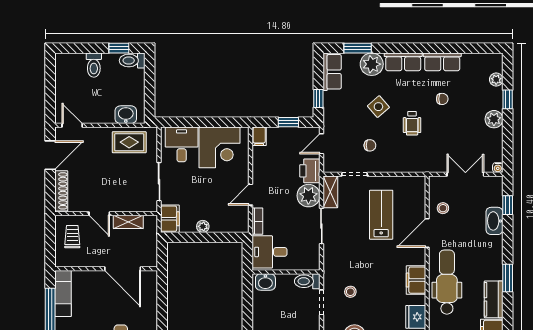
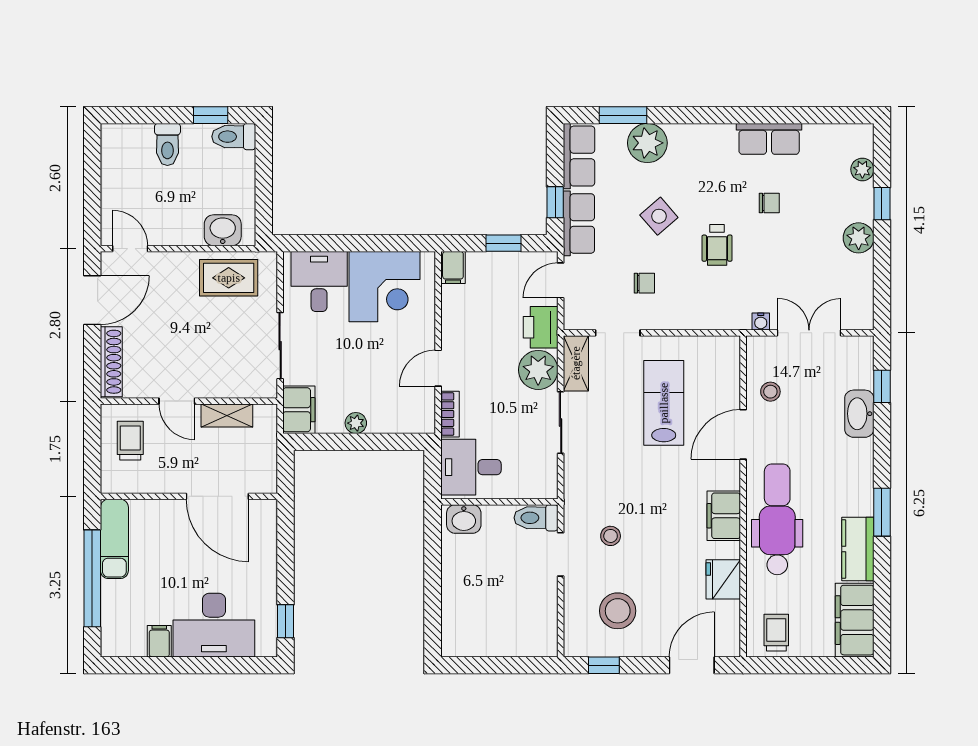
row of seats: (403, 62) -> (579, 223), moved, turned -90
water cooler: (498, 168) -> (761, 322), moved

